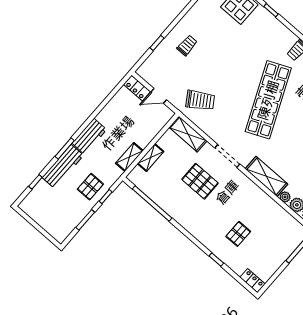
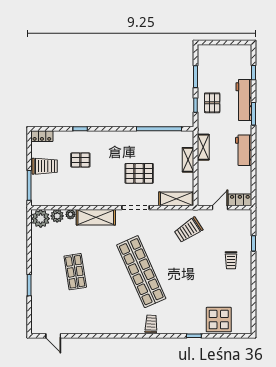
workbench: (89, 136) -> (244, 150), moved
pallet: (238, 234) -> (80, 160), turned 90
trolley: (272, 254) -> (45, 166), added

